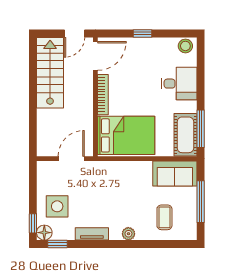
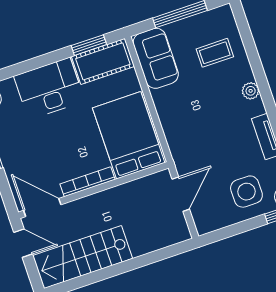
desk: (179, 84) -> (49, 88), width x1.37
window: (201, 129) -> (89, 45), width x0.69
door: (71, 159) -> (181, 194), swing flipped

